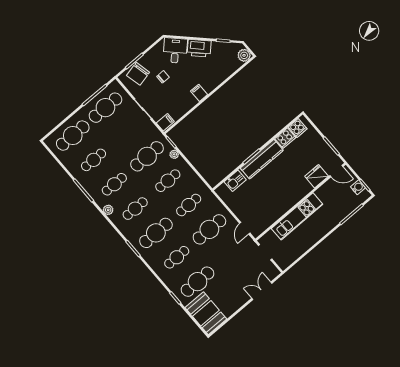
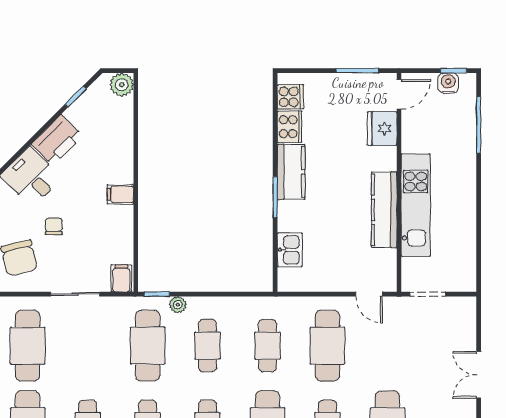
kitchen counter: (262, 159) -> (291, 172), width x0.67
kitchen counter: (284, 205) -> (384, 210), added
double door: (262, 291) -> (479, 375), moved

